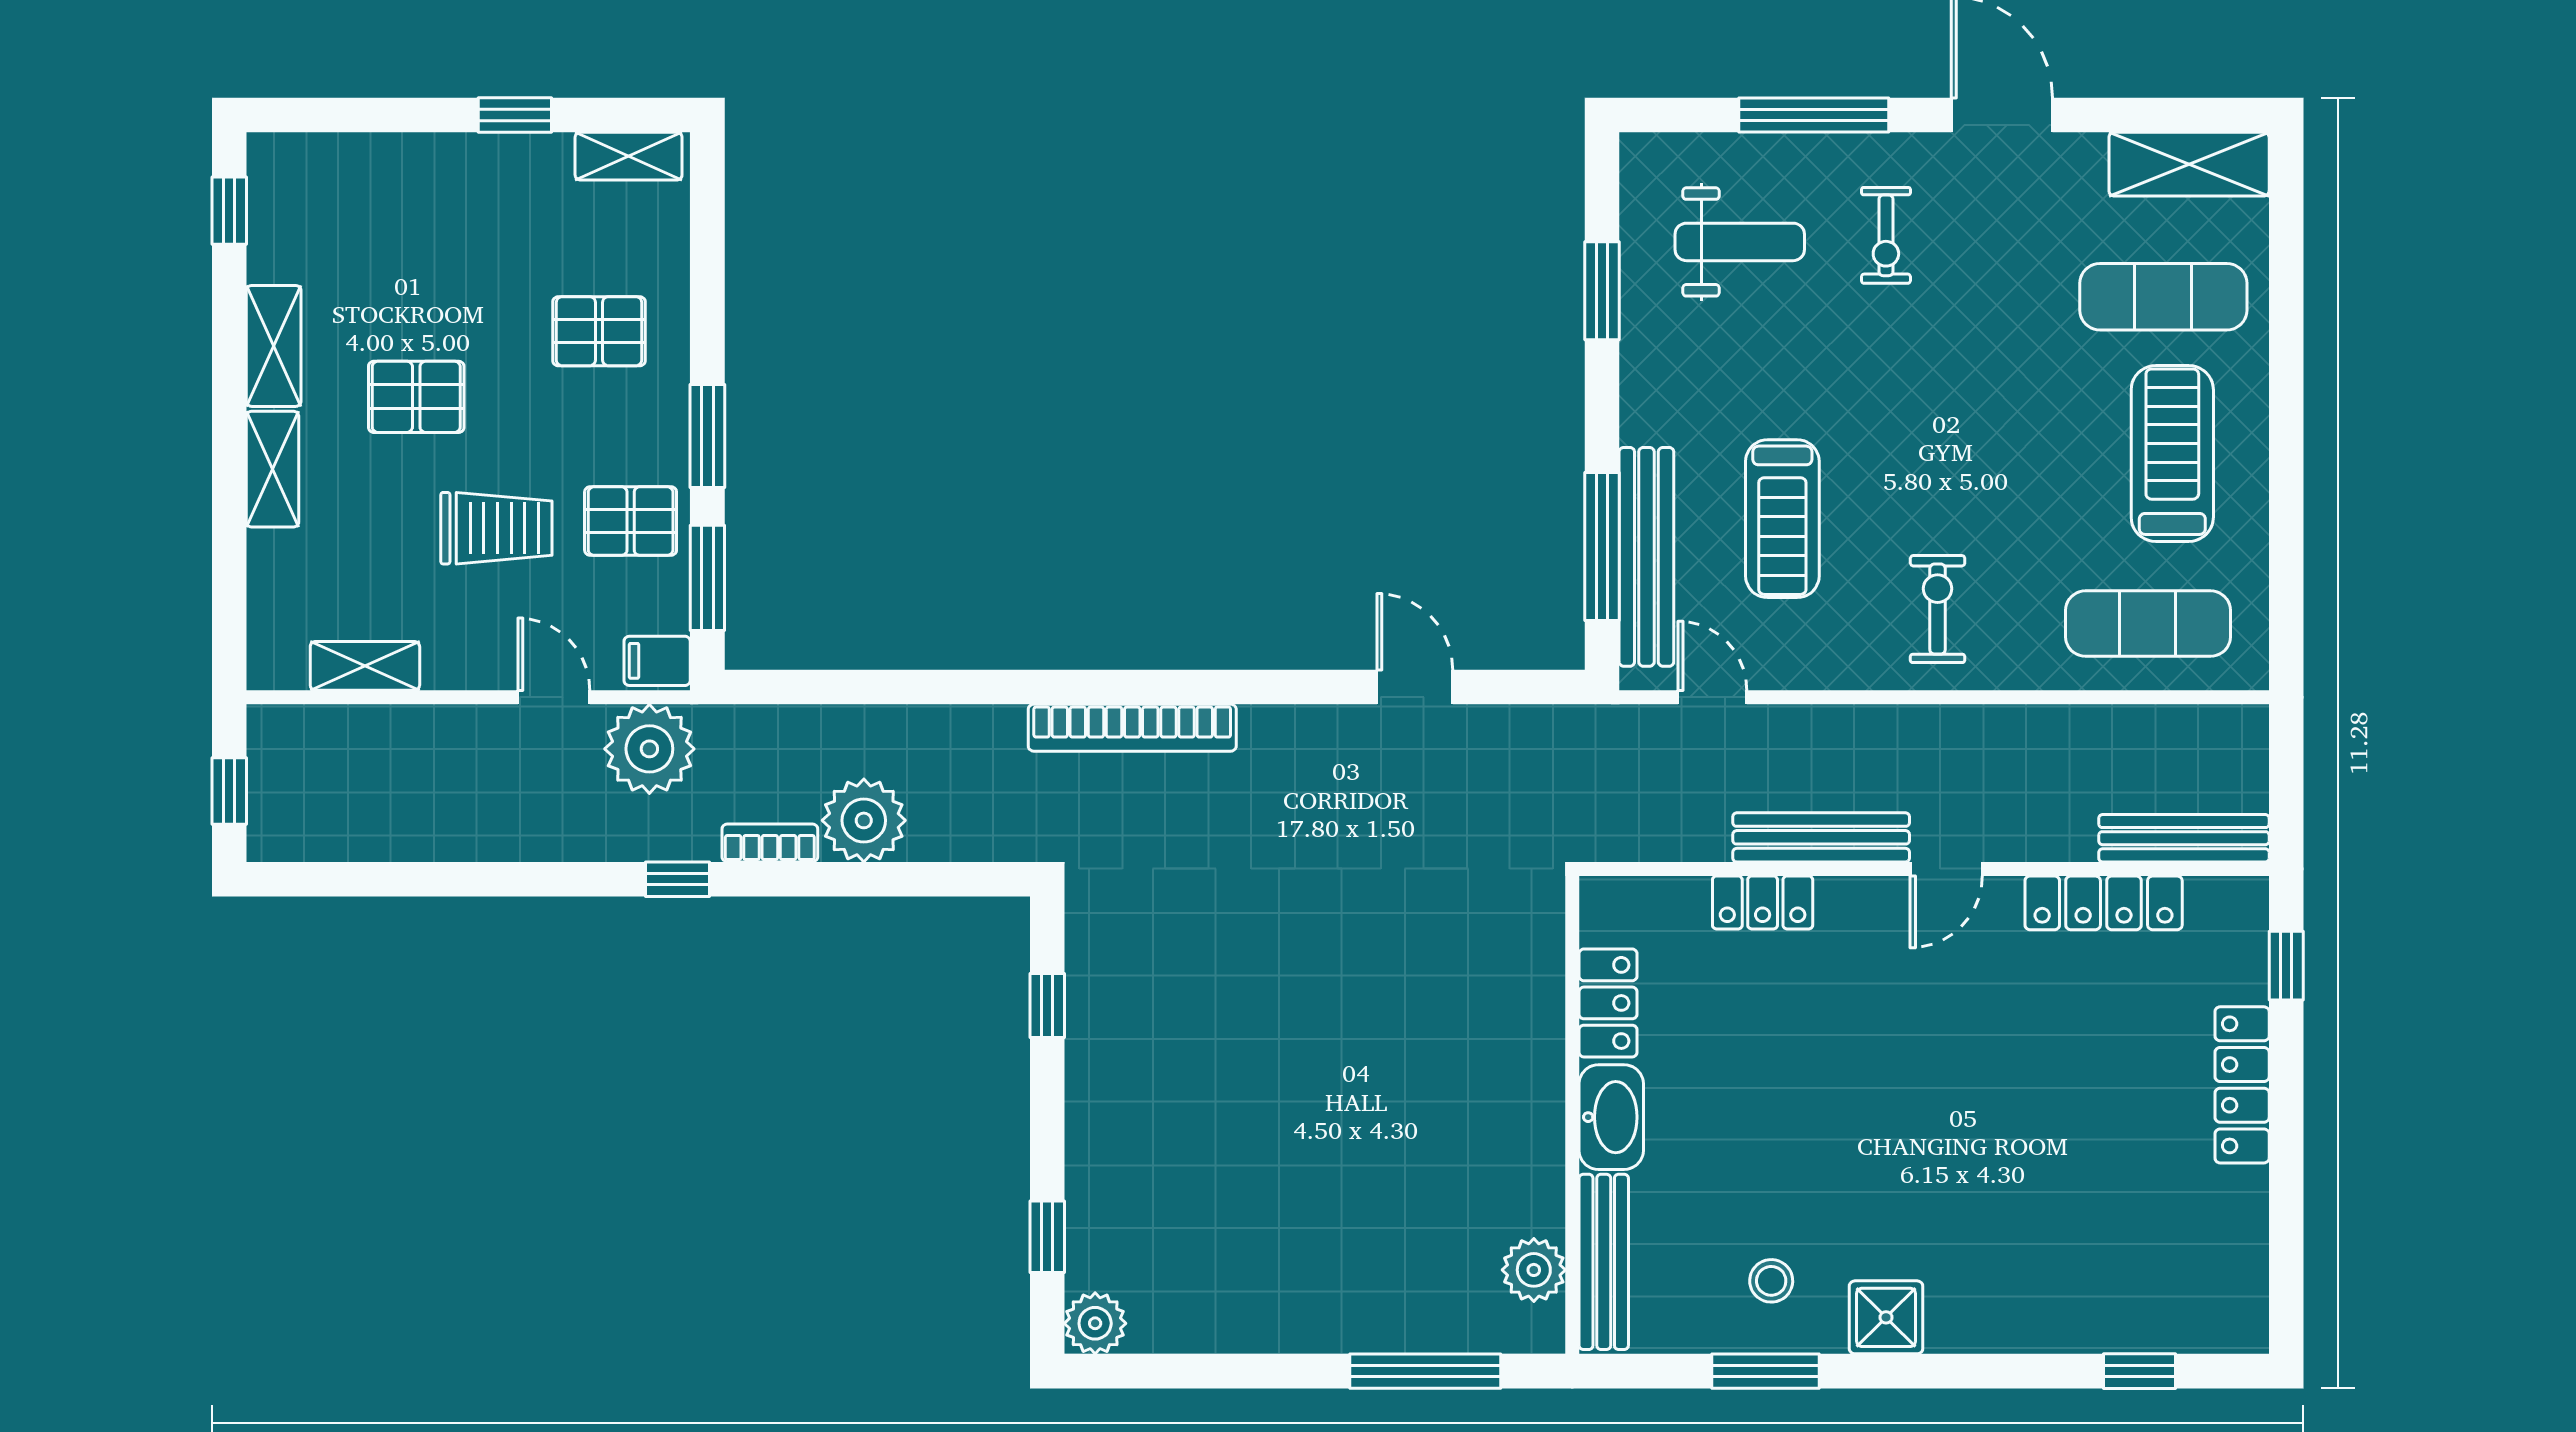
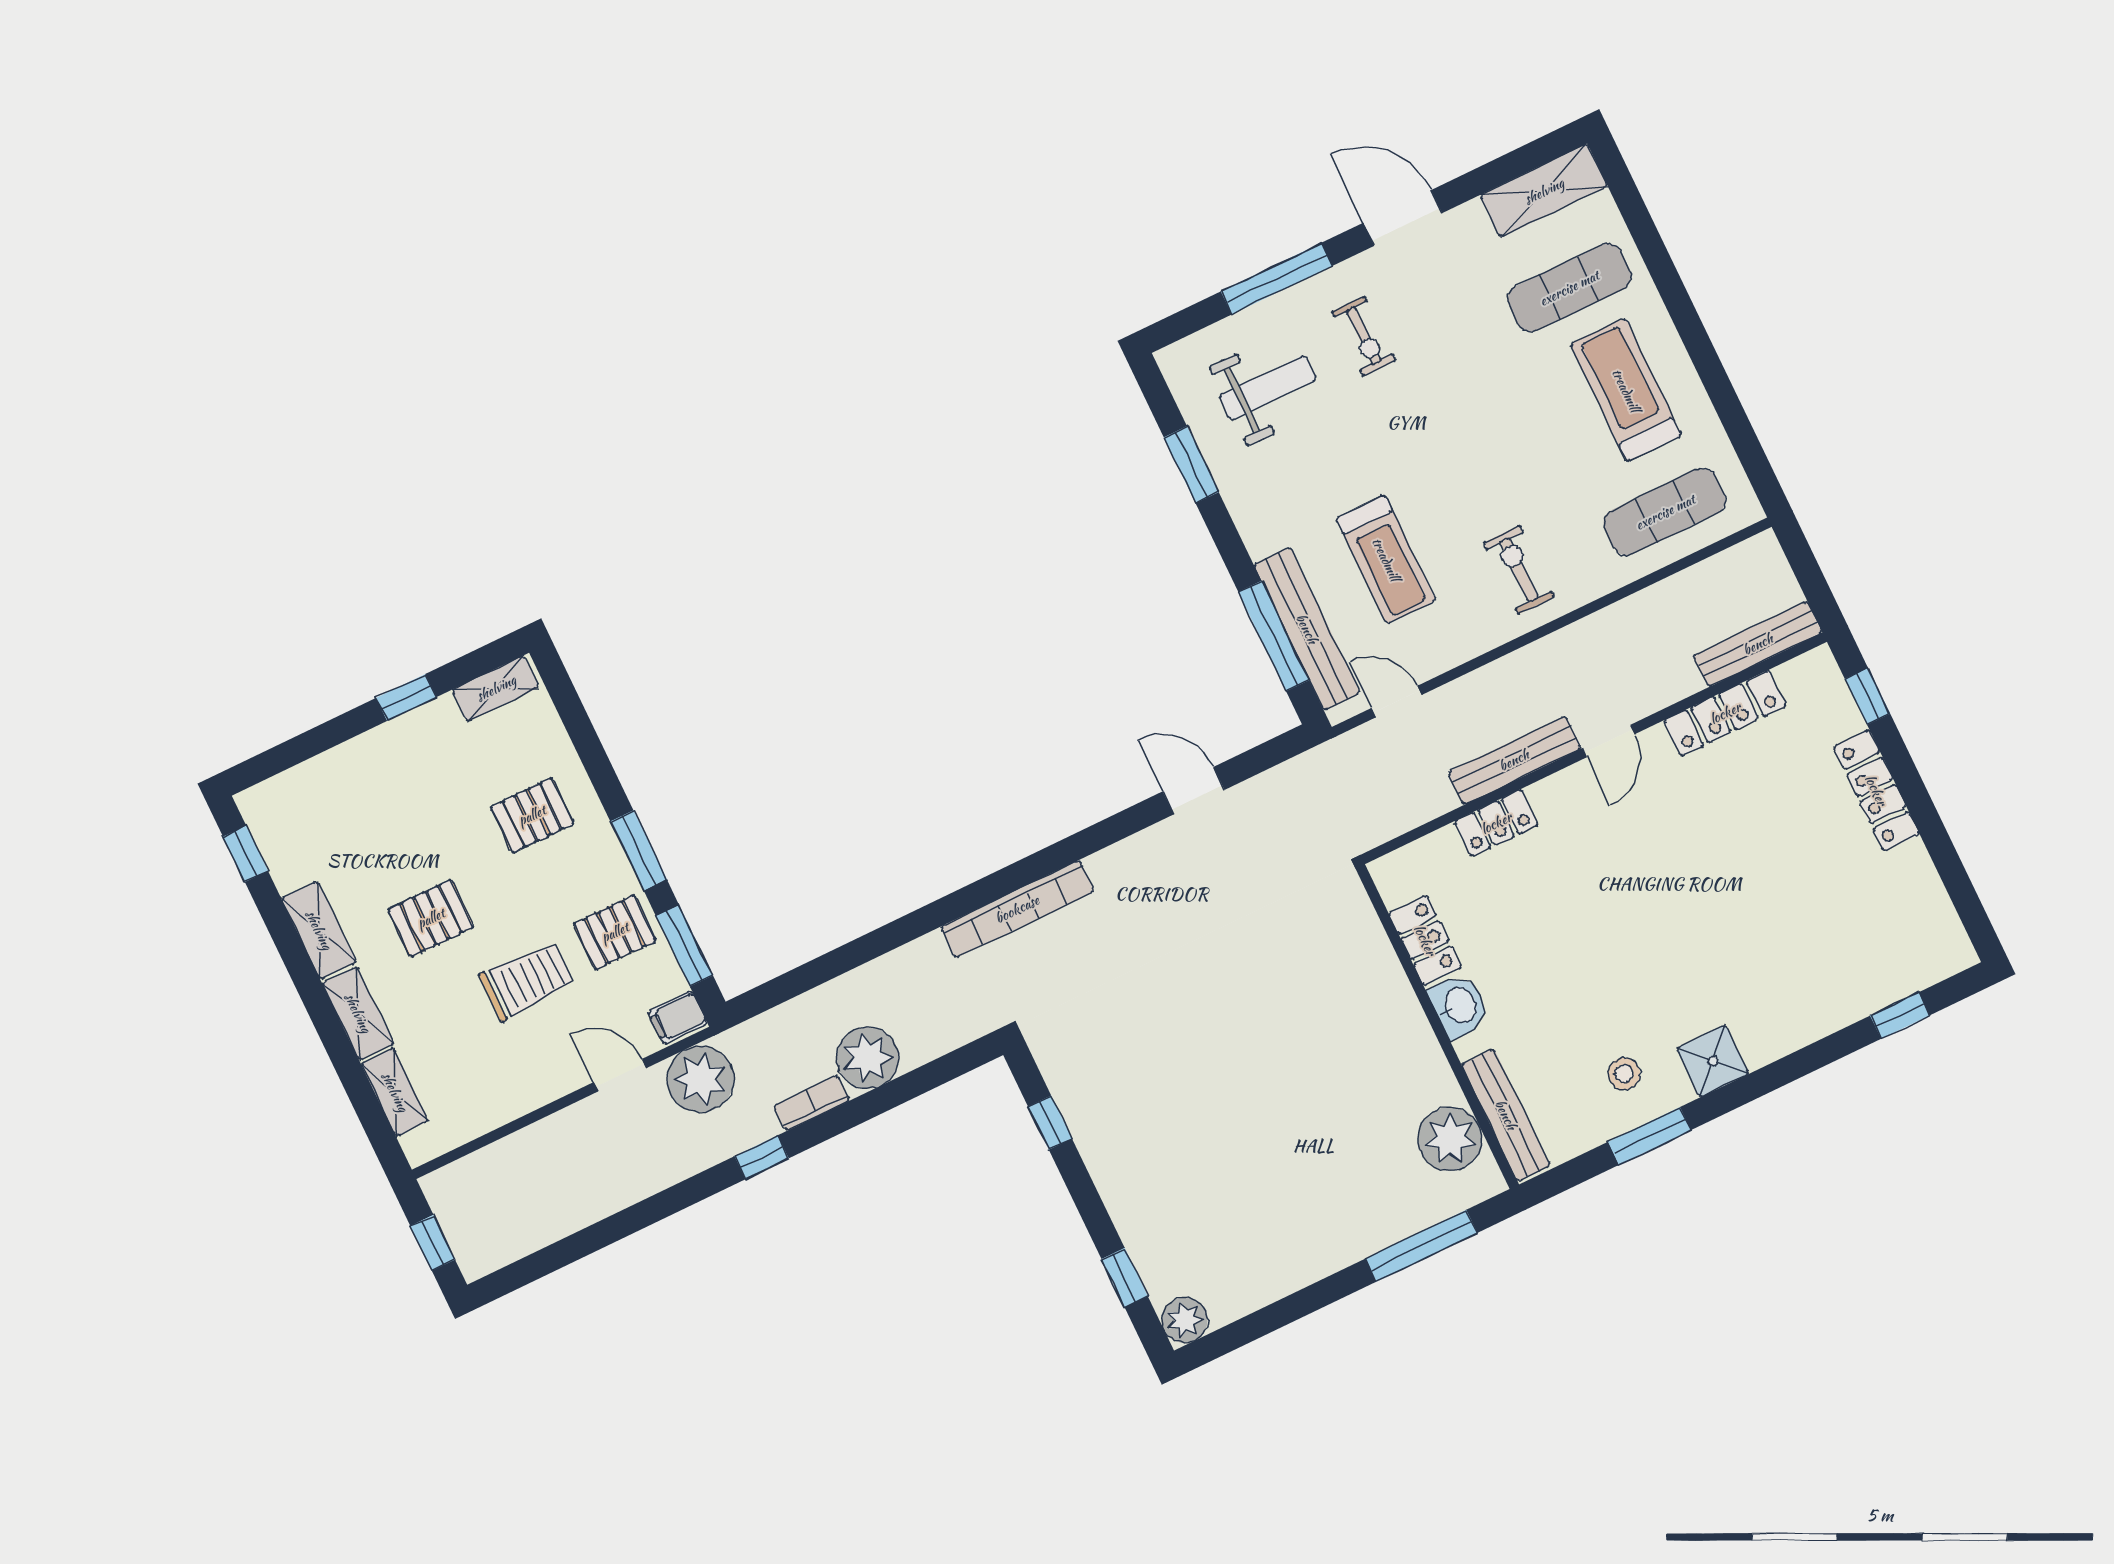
shelving: (365, 666) -> (395, 1092), moved, turned 90
washbasin: (1611, 1117) -> (1459, 1006), width x0.72
plant: (1534, 1270) -> (1450, 1139), width x1.36, depth x1.36

